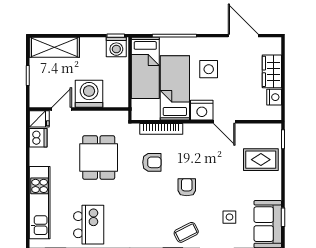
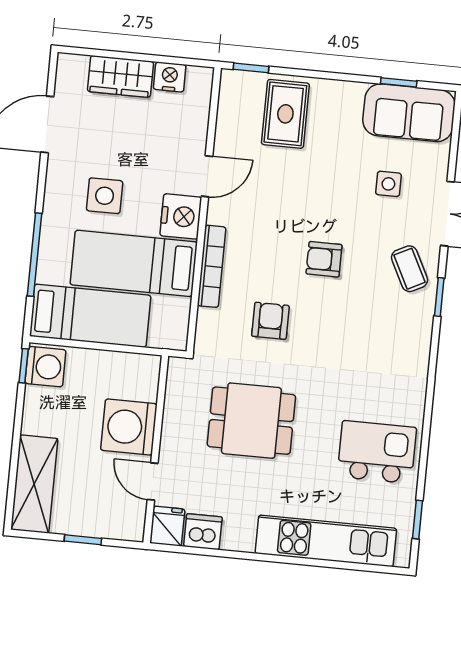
bookcase: (161, 129) -> (212, 266), moved

